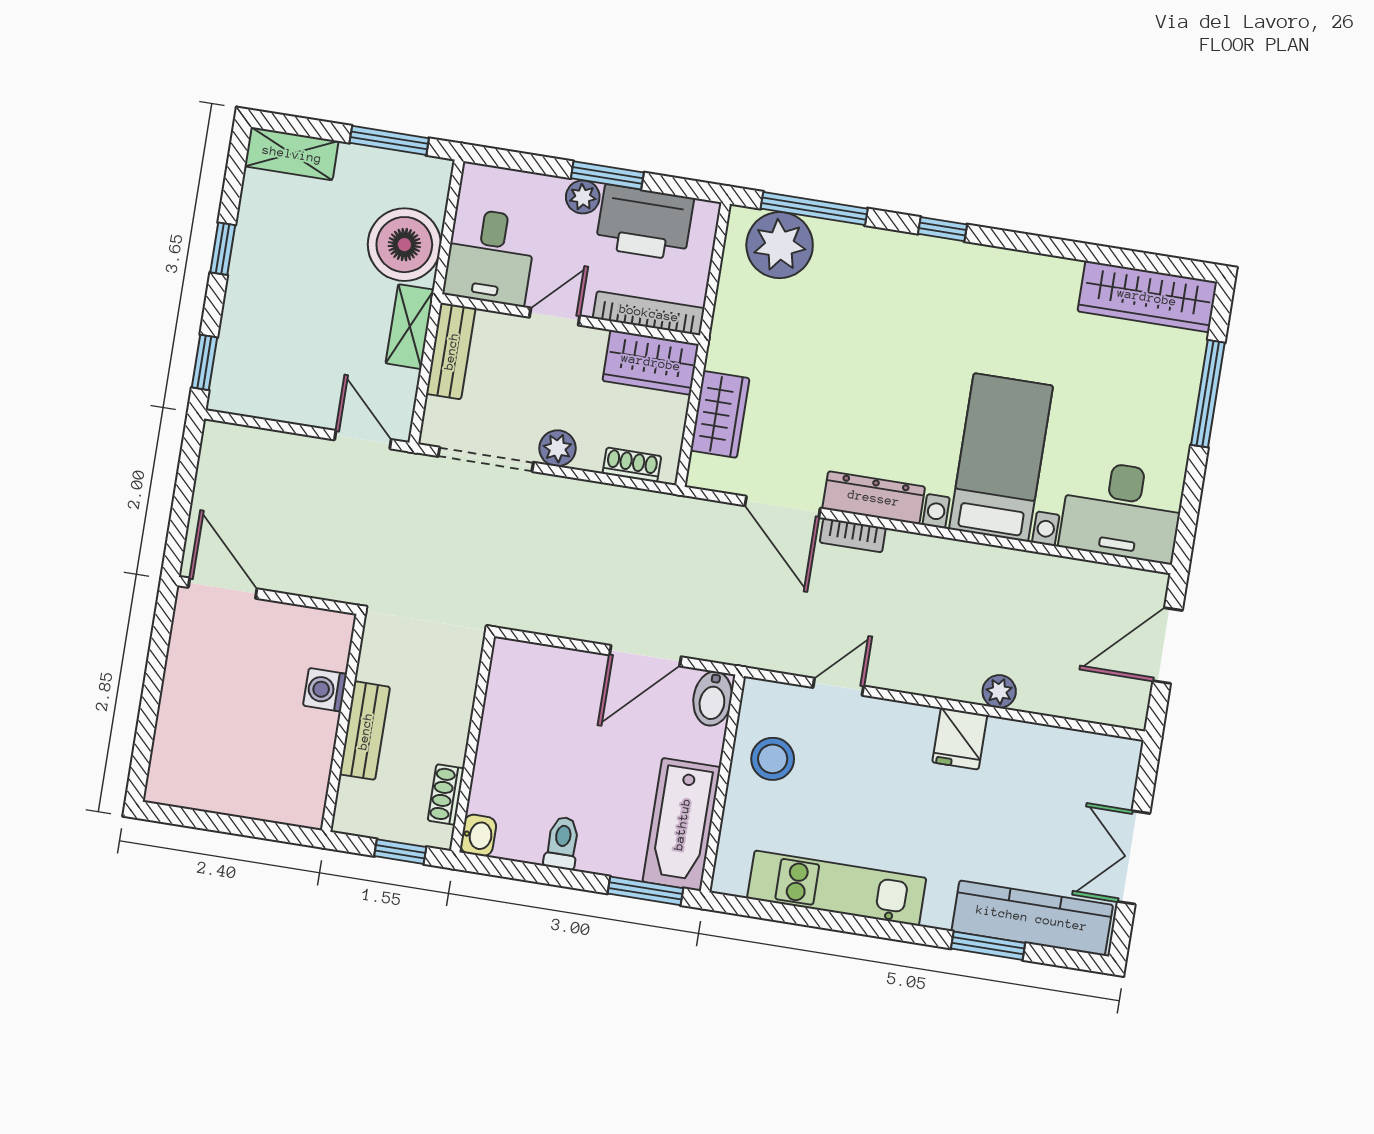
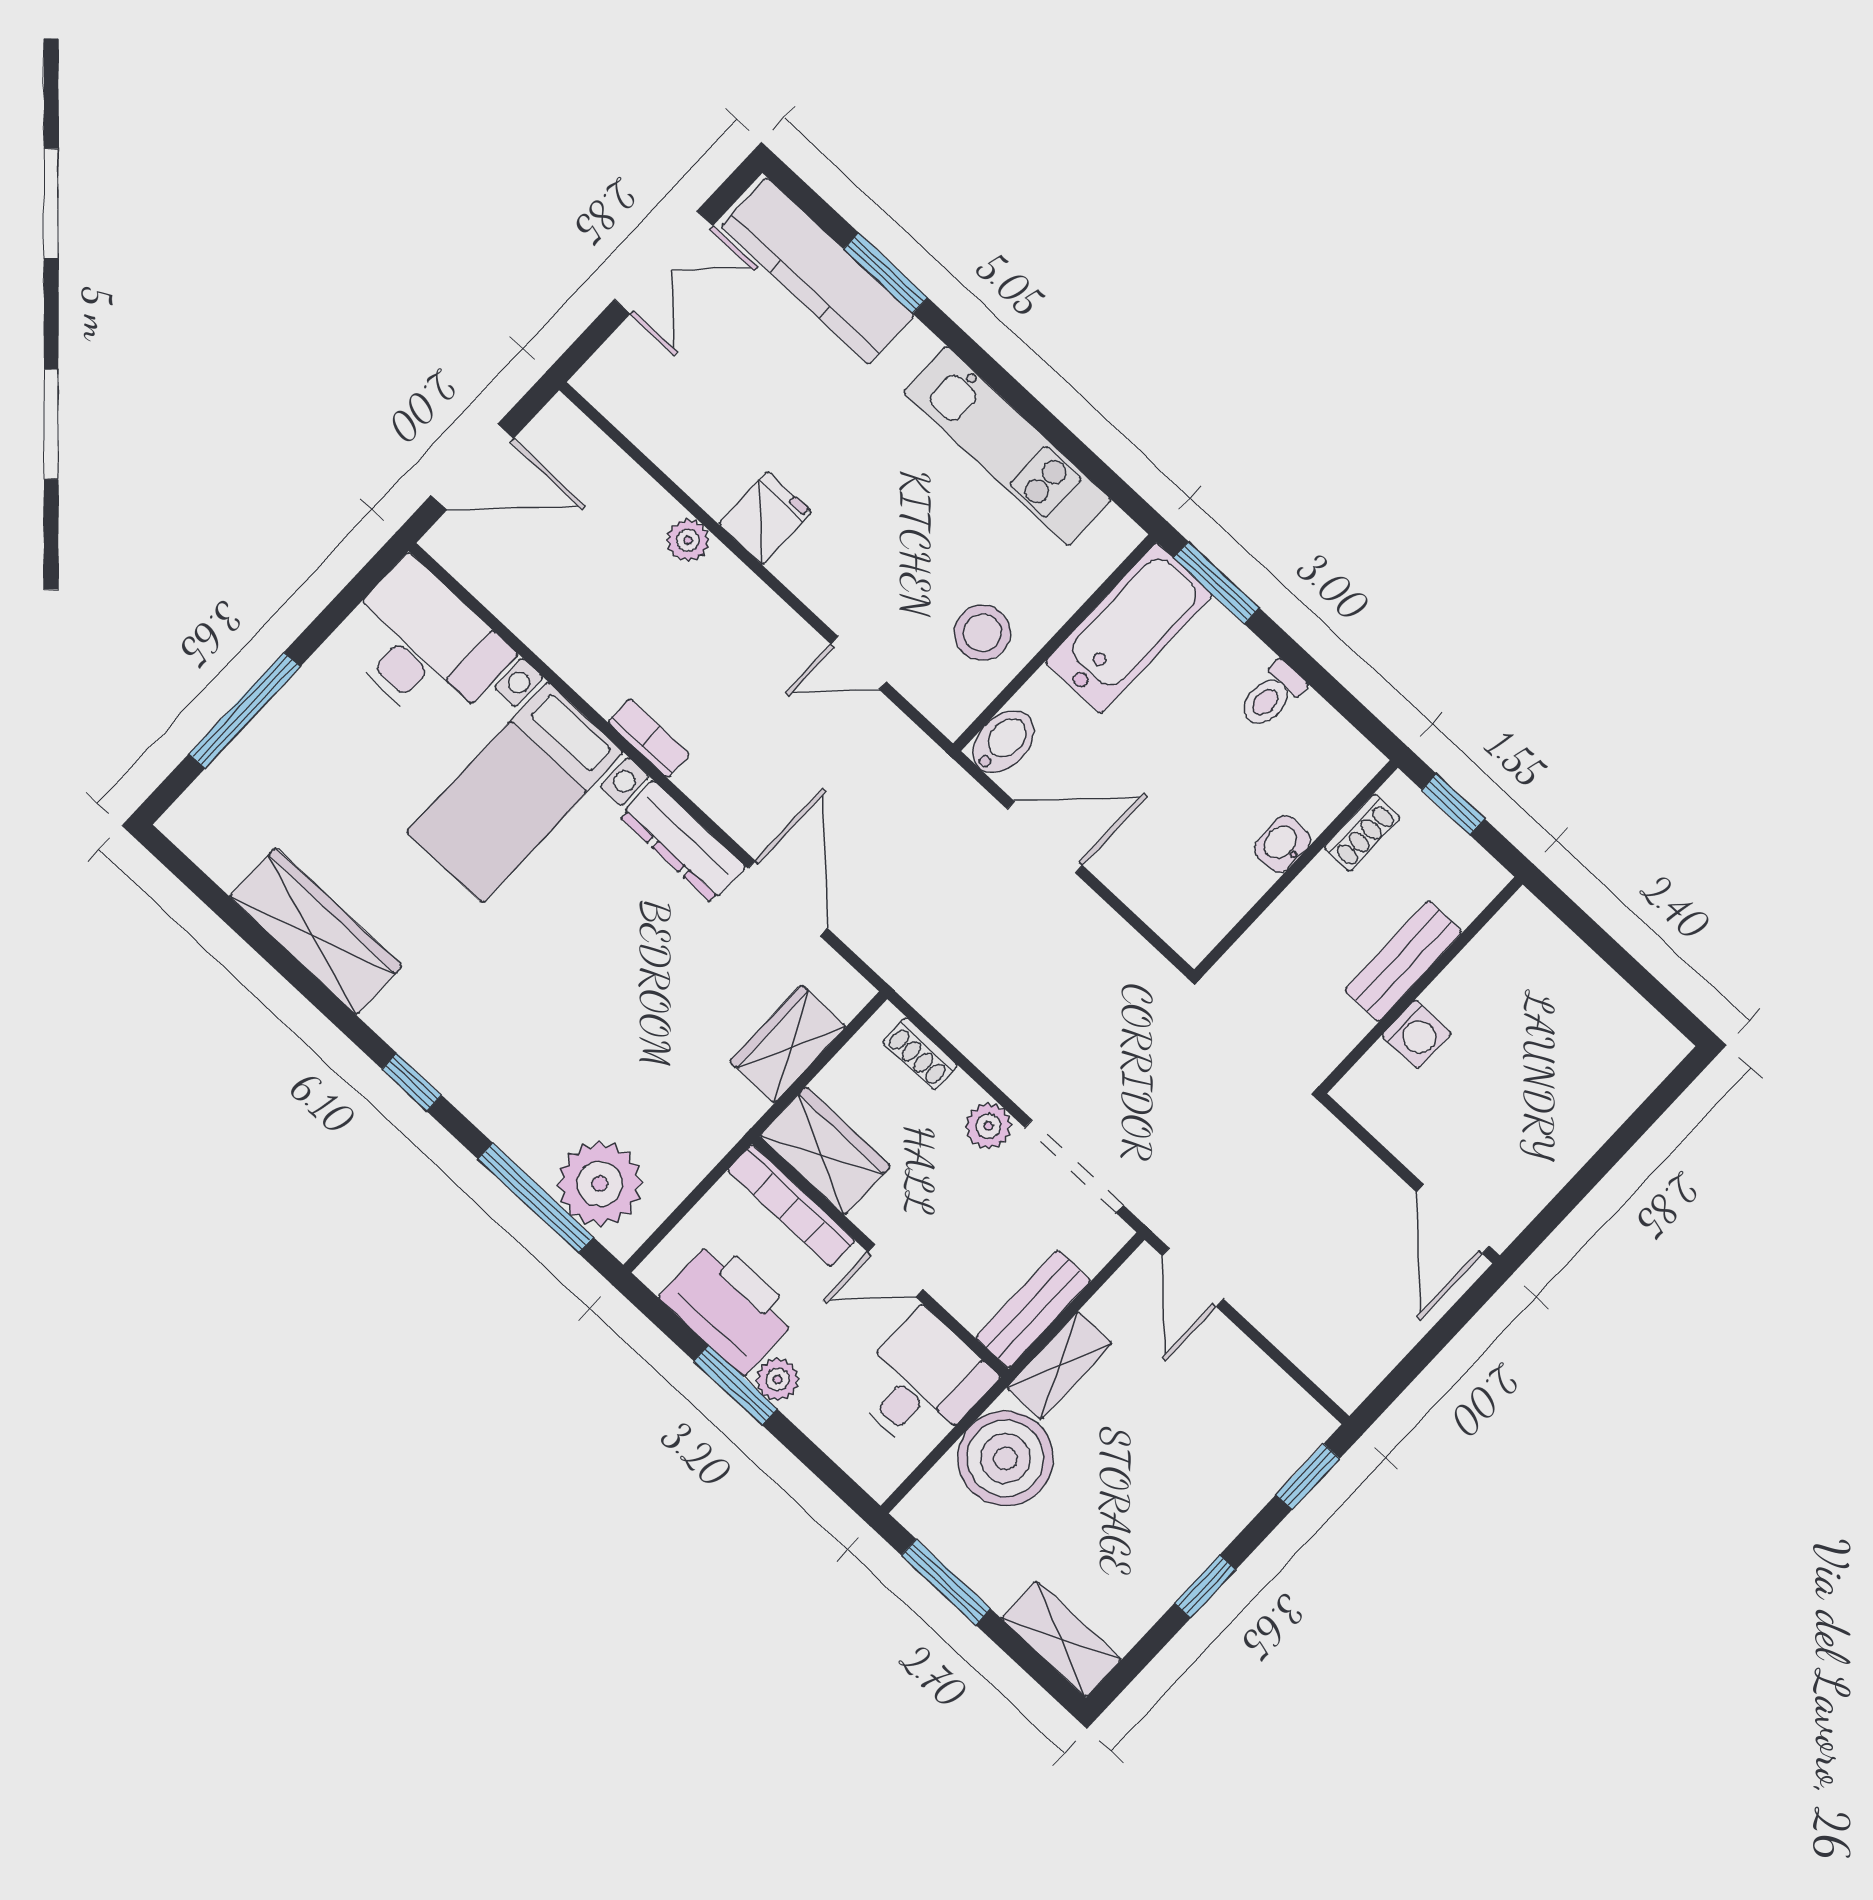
wardrobe: (1147, 297) -> (316, 931), moved
bookcase: (853, 535) -> (649, 738), moved
washbasin: (478, 835) -> (1282, 844), moved

